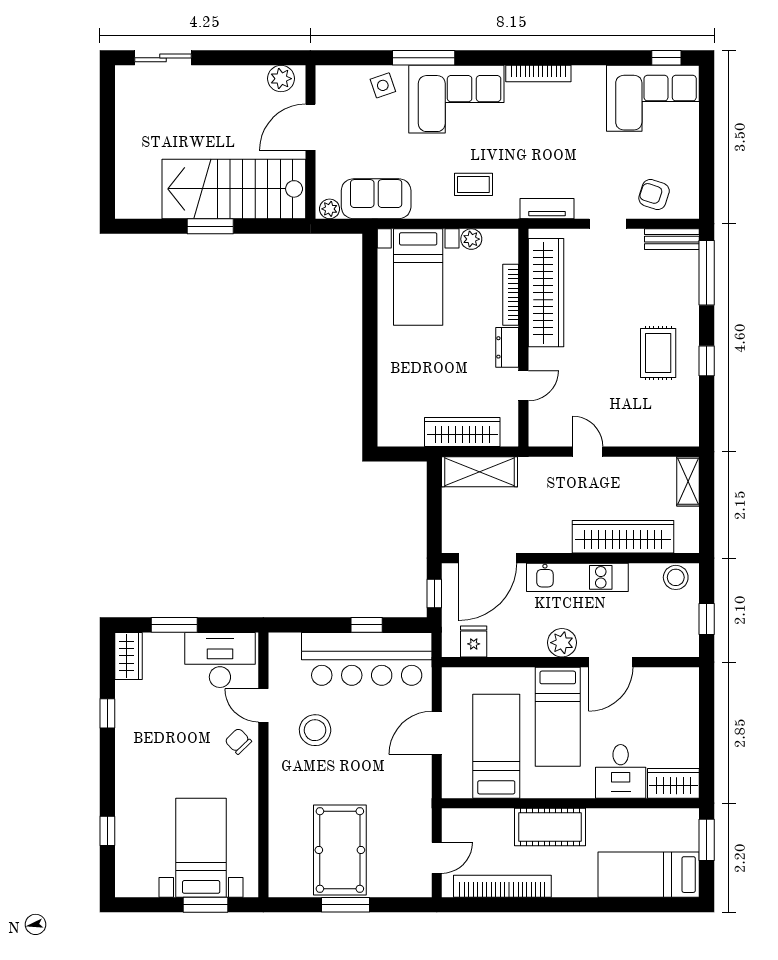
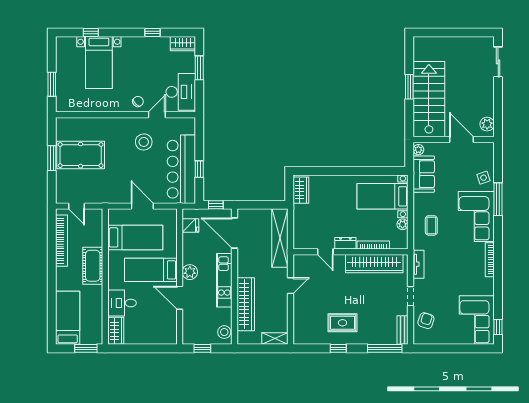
wardrobe: (462, 432) -> (301, 190), moved, width x0.67
shelving: (480, 472) -> (280, 238), width x1.47
bed with nightstands: (201, 848) -> (99, 63), moved, turned 90

